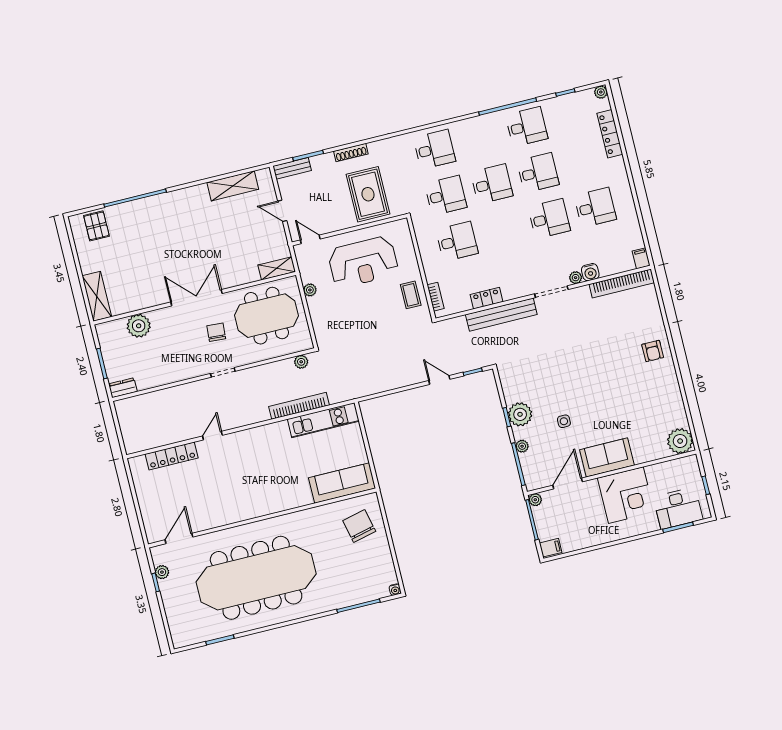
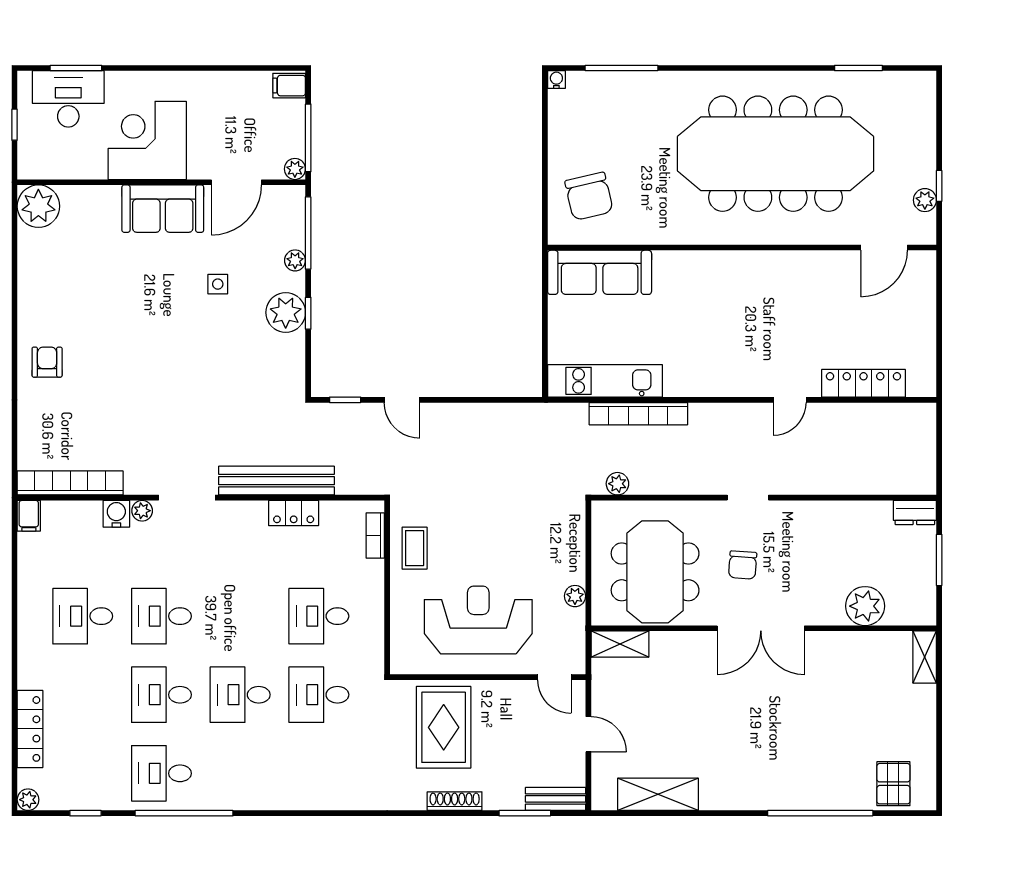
desk: (434, 149) -> (319, 773), removed
shelving: (97, 296) -> (925, 657), width x0.67, depth x0.75
meeting table: (266, 316) -> (655, 572), turned 90

